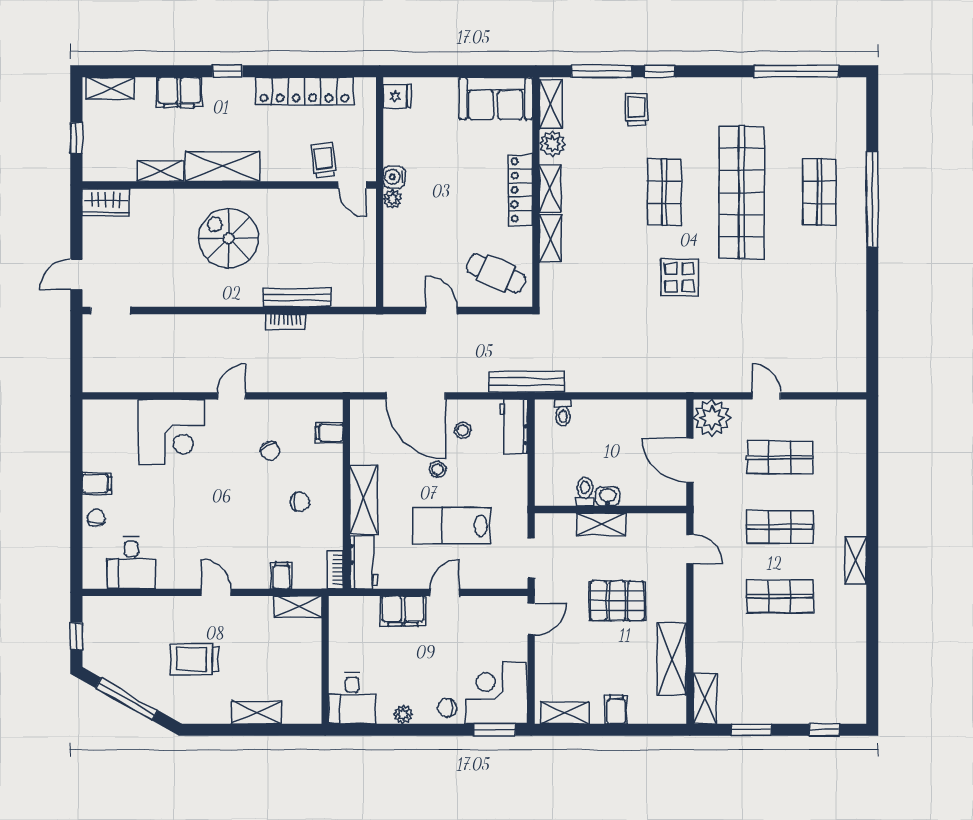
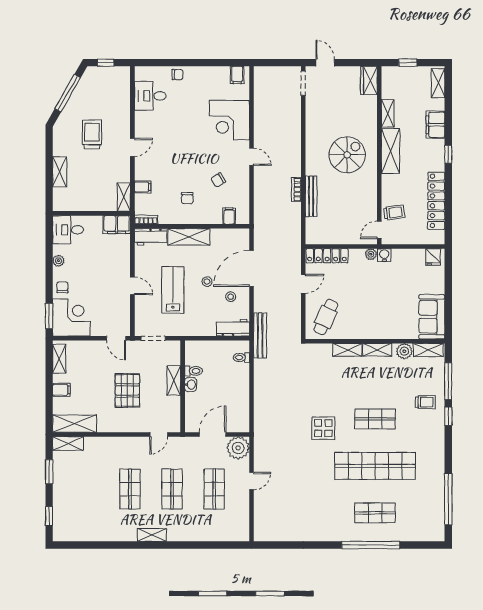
locker: (521, 190) -> (327, 256), moved, turned 180
filing cabinet: (97, 483) -> (237, 75), moved
filing cabinet: (403, 611) -> (117, 225), moved, turned -90
shelving: (672, 659) -> (75, 424), moved

